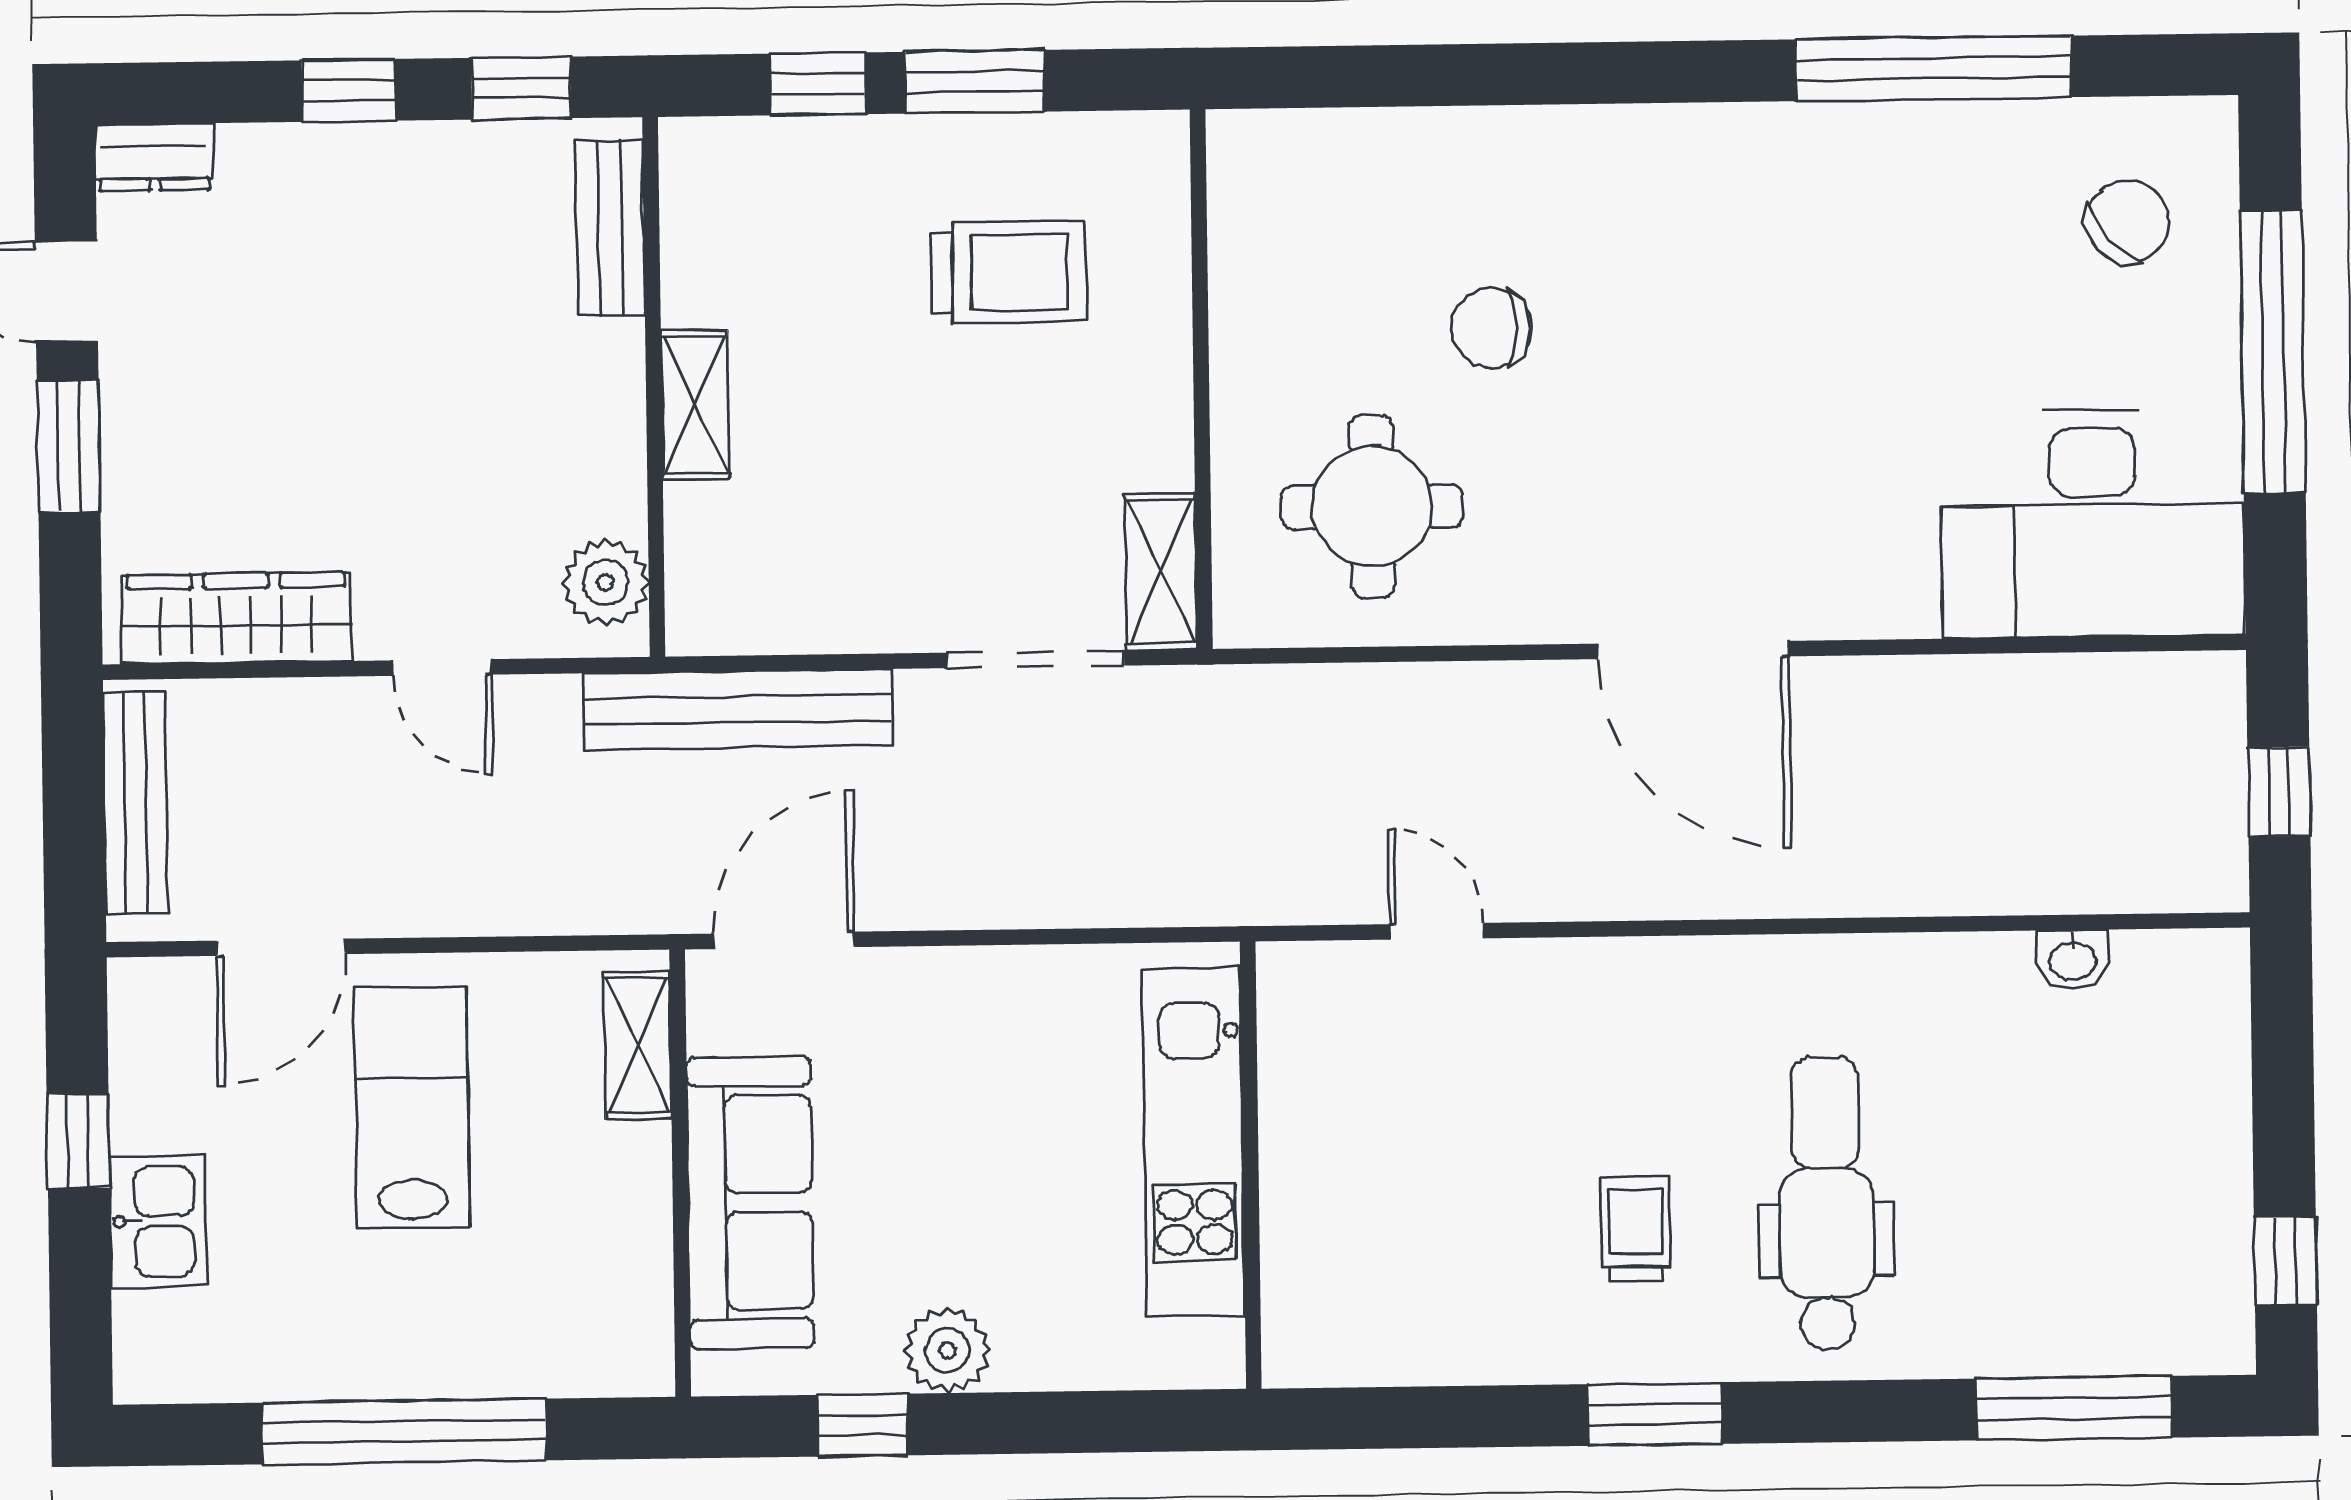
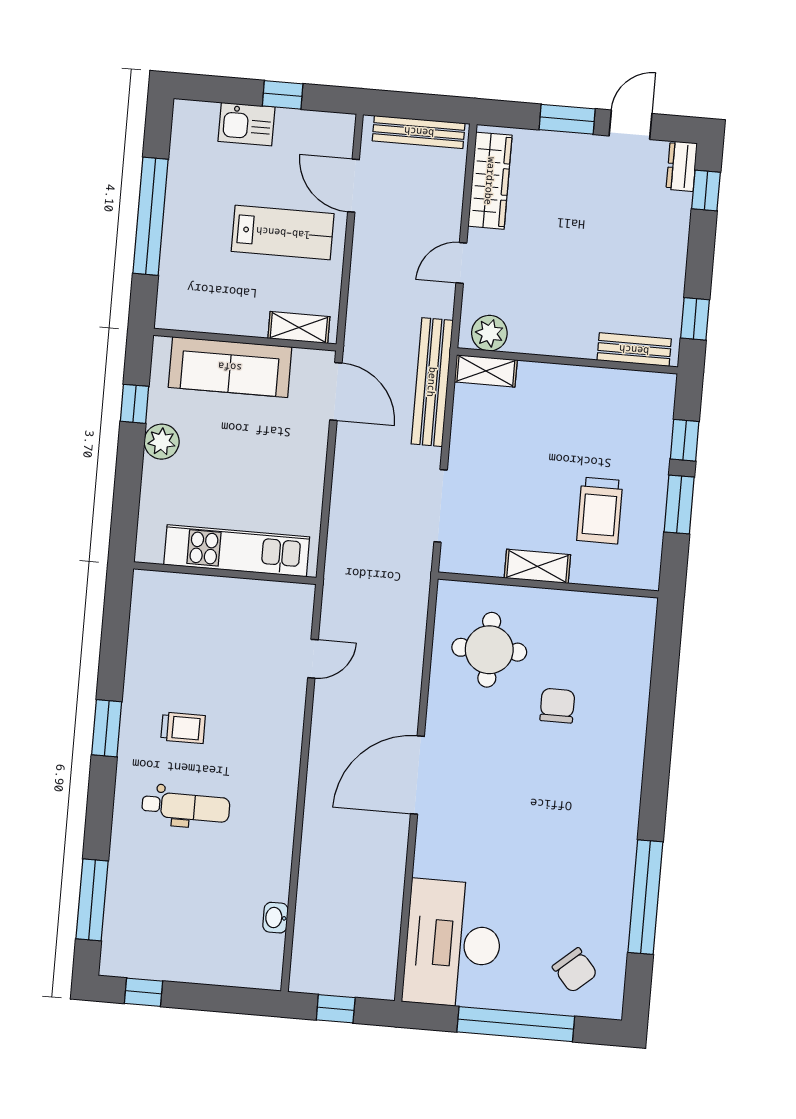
window: (349, 90) -> (706, 191), moved
shelving: (695, 404) -> (486, 371), moved
shelving: (1161, 572) -> (537, 566), moved
dental chair: (1826, 1204) -> (186, 807), width x0.73, depth x0.72

